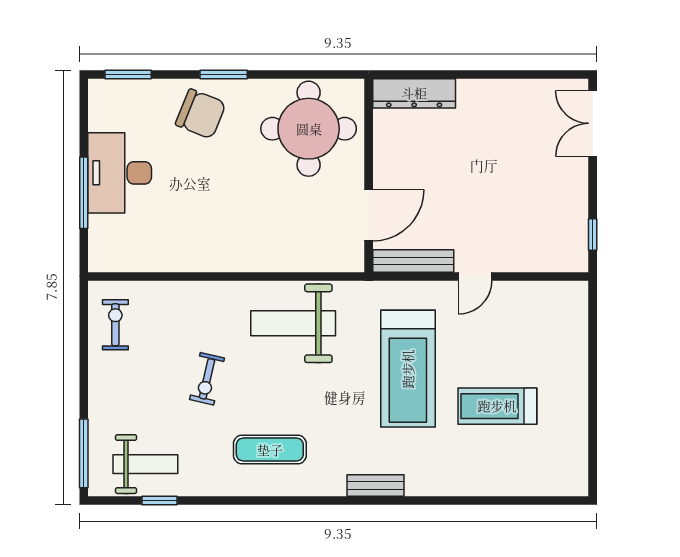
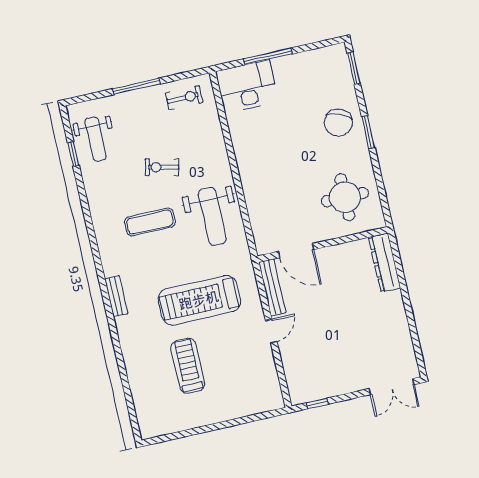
double door: (593, 123) -> (392, 387), swing flipped
round table: (309, 129) -> (345, 197), width x0.73, depth x0.73
desk: (120, 173) -> (247, 86), moved
door: (475, 276) -> (271, 331), swing flipped
weight bench: (293, 323) -> (212, 216), turned 180
exercise mat: (270, 450) -> (150, 222), moved, turned 90
window: (84, 453) -> (136, 86), moved

